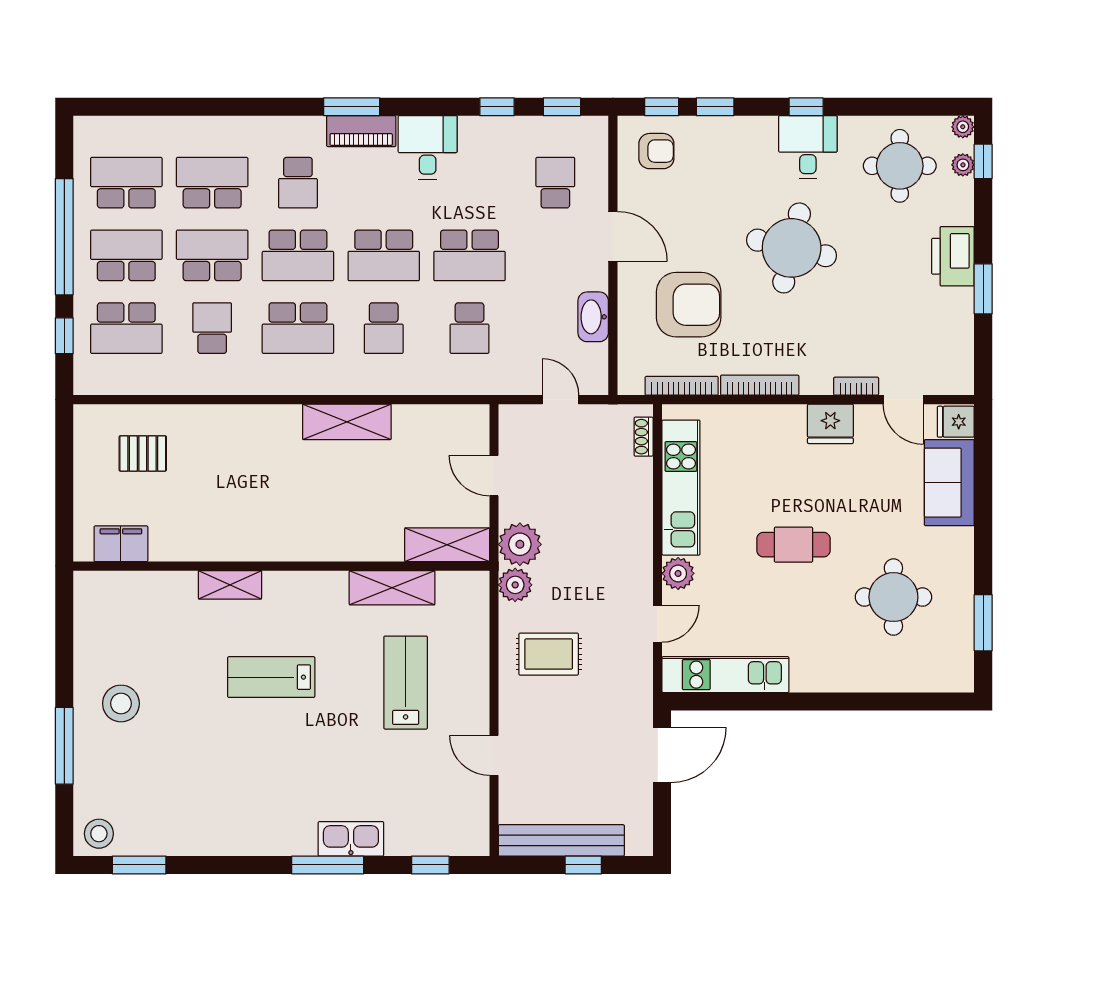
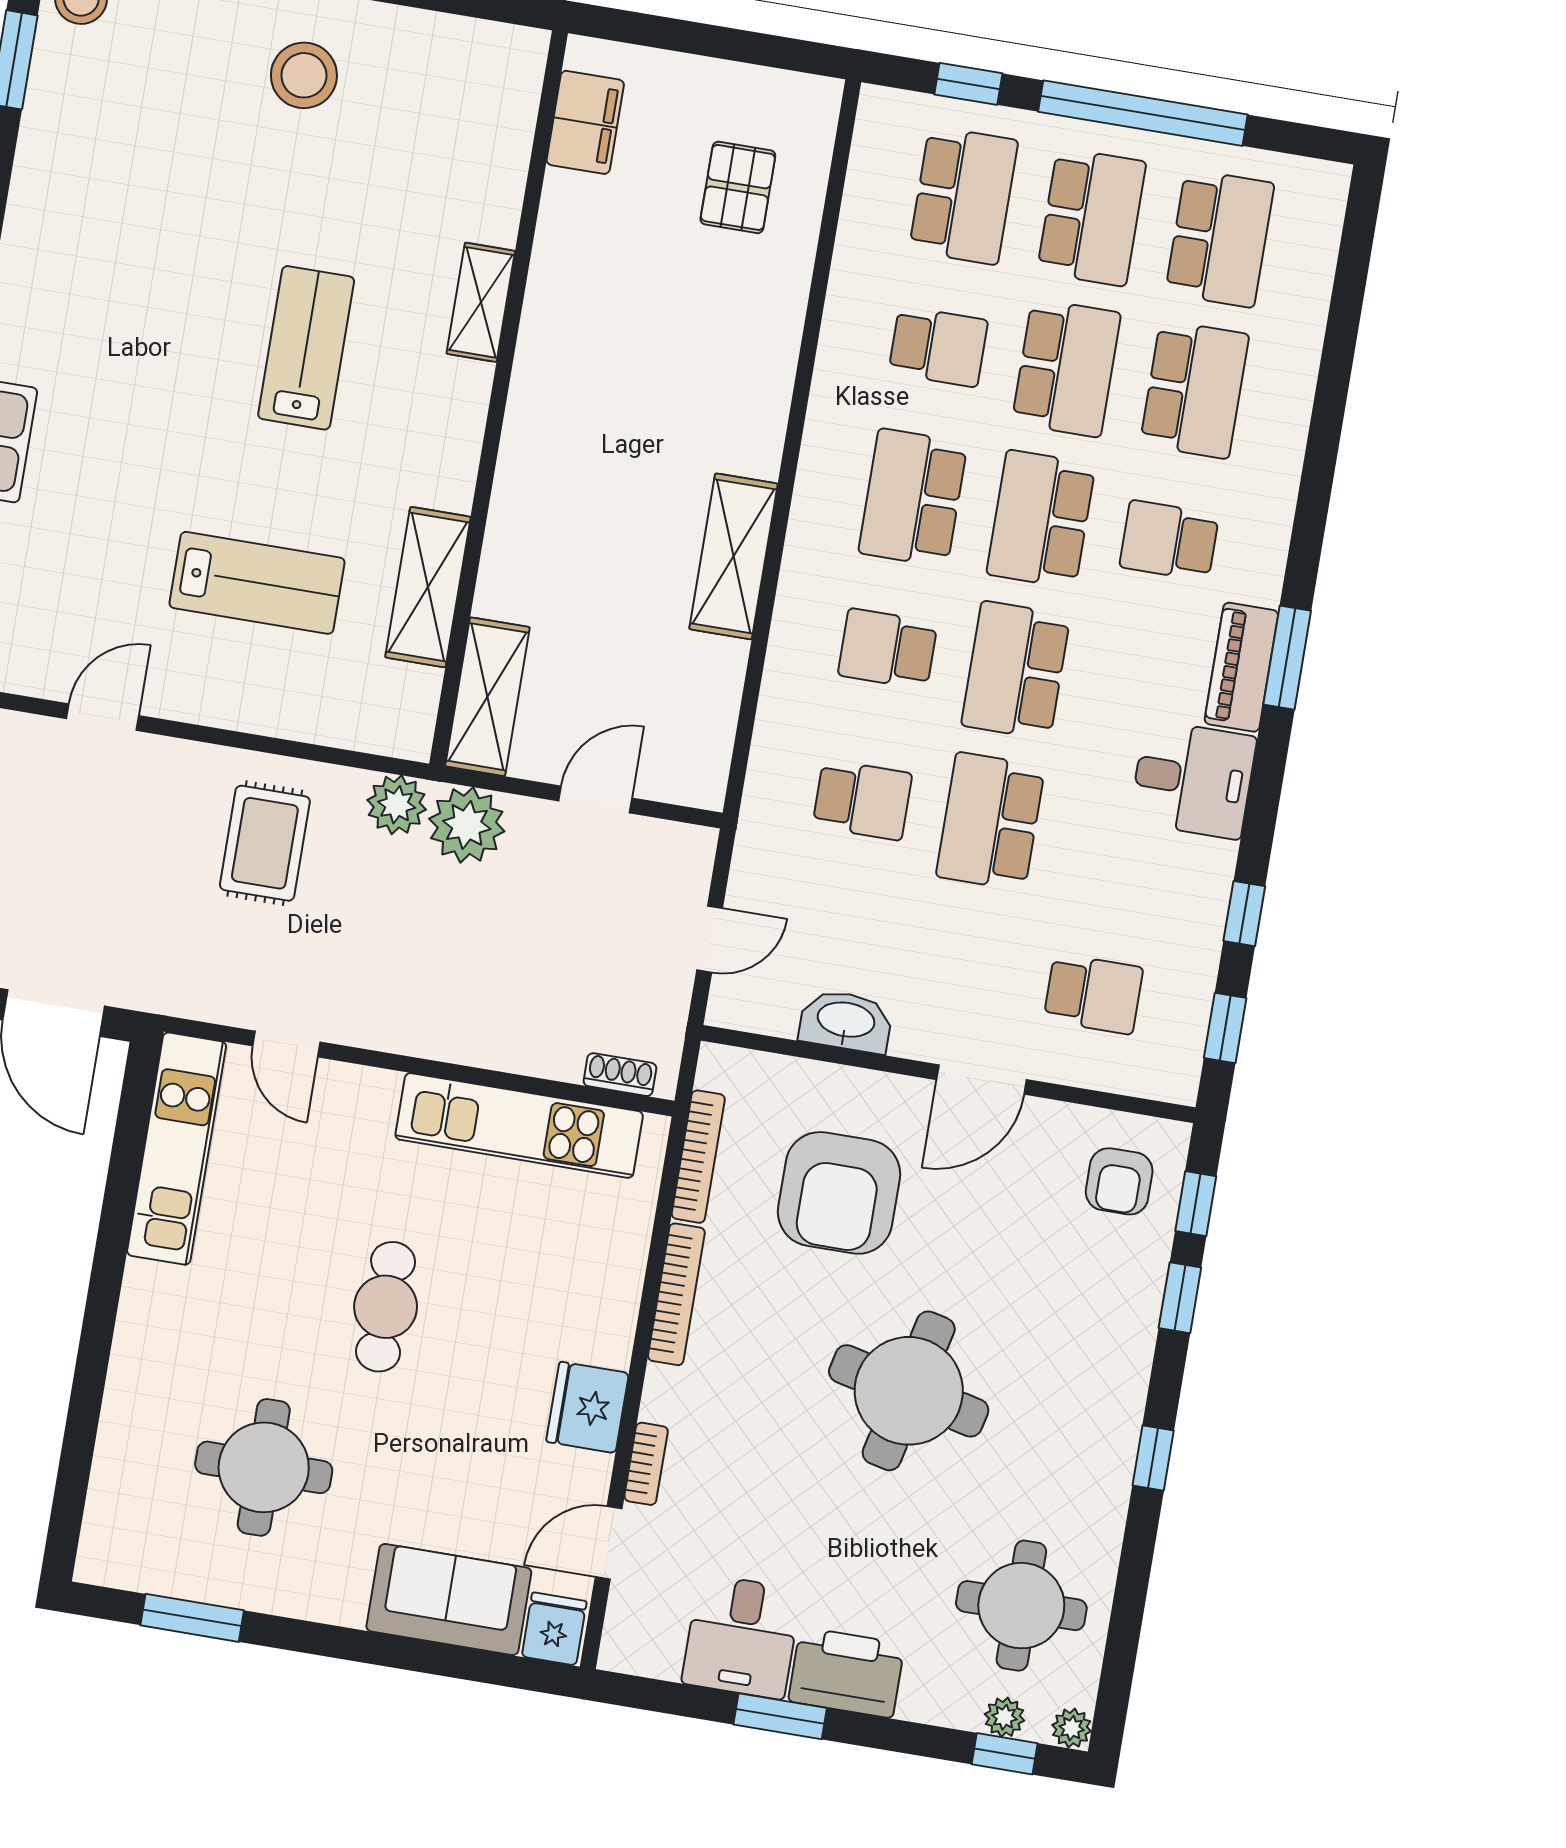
desk: (808, 147) -> (742, 1637), moved, turned 90
school desk: (126, 328) -> (963, 195), turned 180
school desk: (470, 328) -> (862, 800), turned 180
plant: (678, 573) -> (369, 1095), removed

